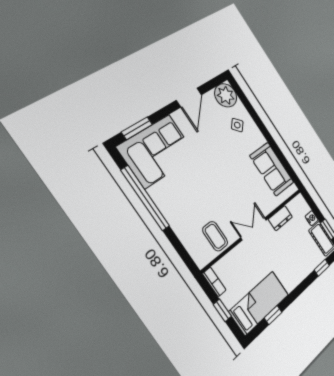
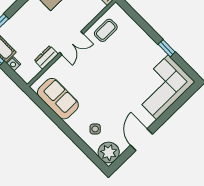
window: (137, 128) -> (181, 101), removed
window: (145, 198) -> (167, 48), width x0.32
coffee table: (215, 236) -> (106, 30), turned 90

